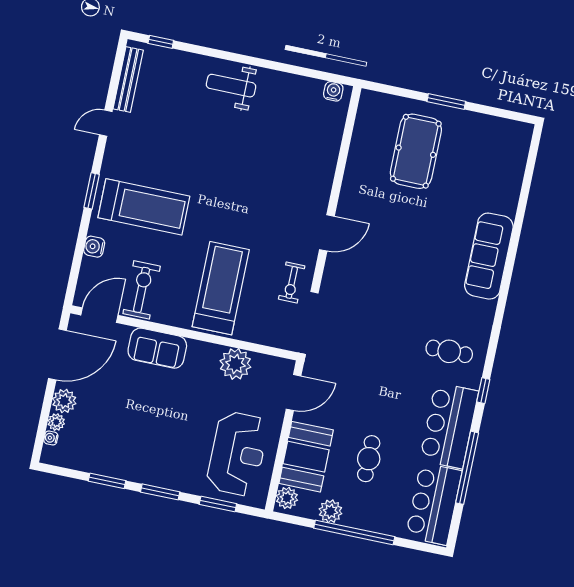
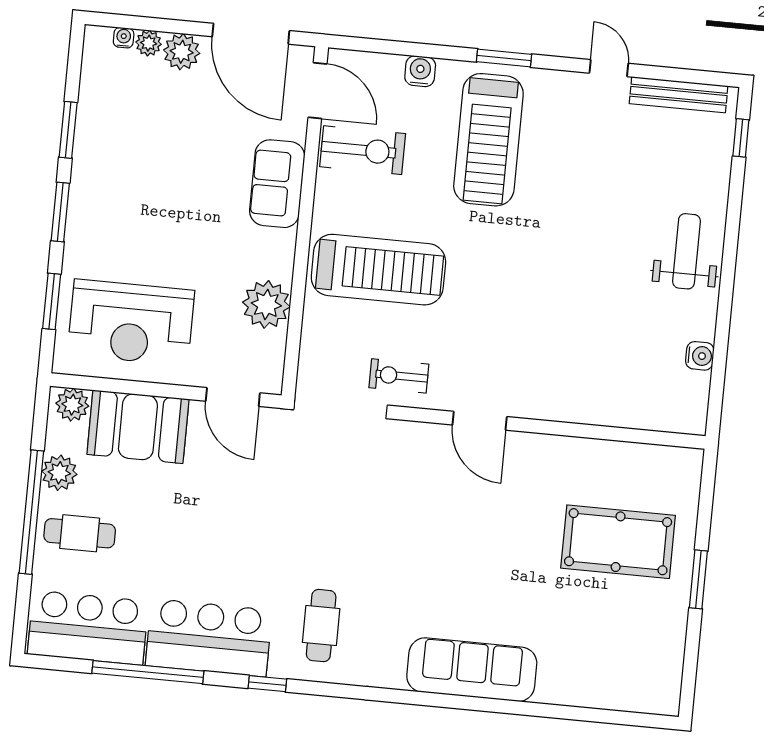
water cooler: (333, 91) -> (700, 356), moved
cafe table: (369, 459) -> (80, 533), moved

